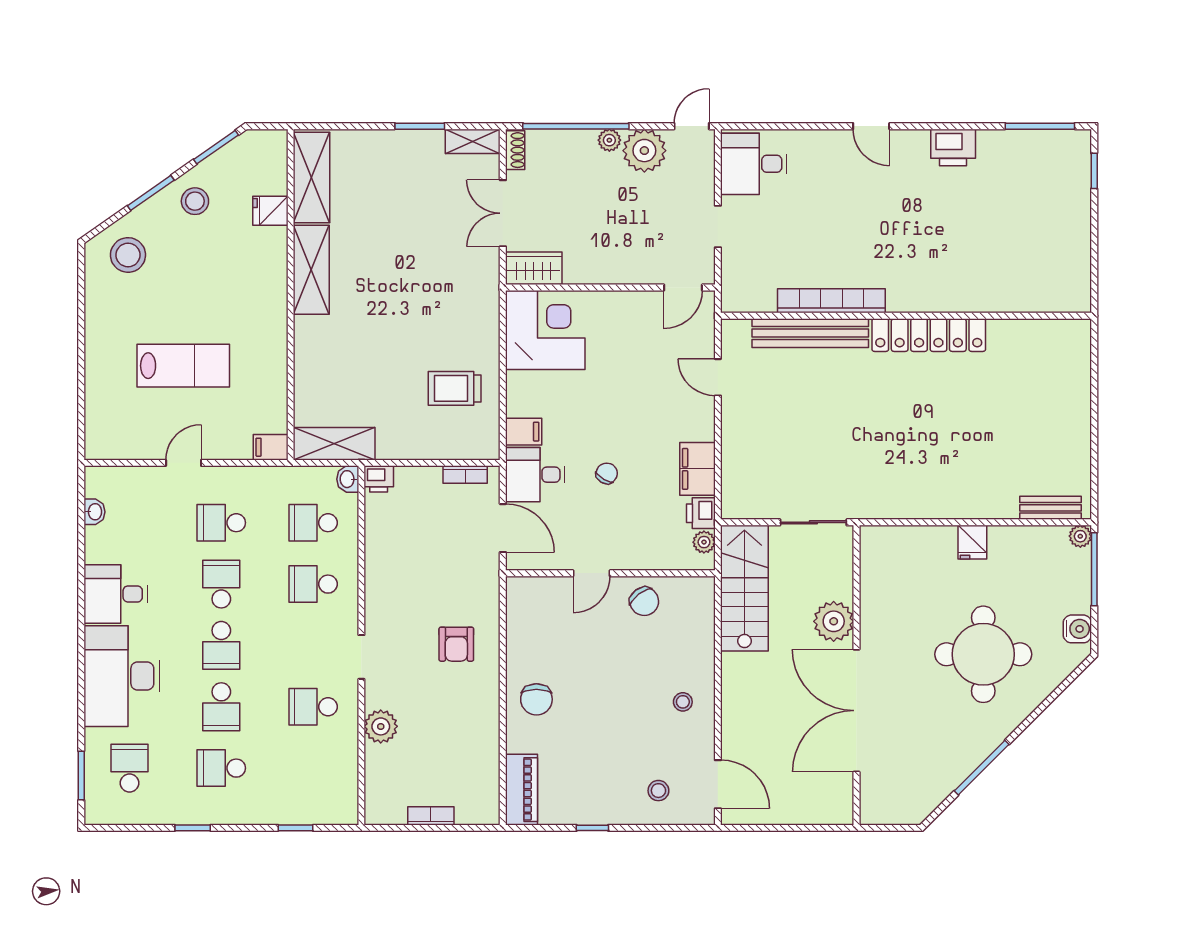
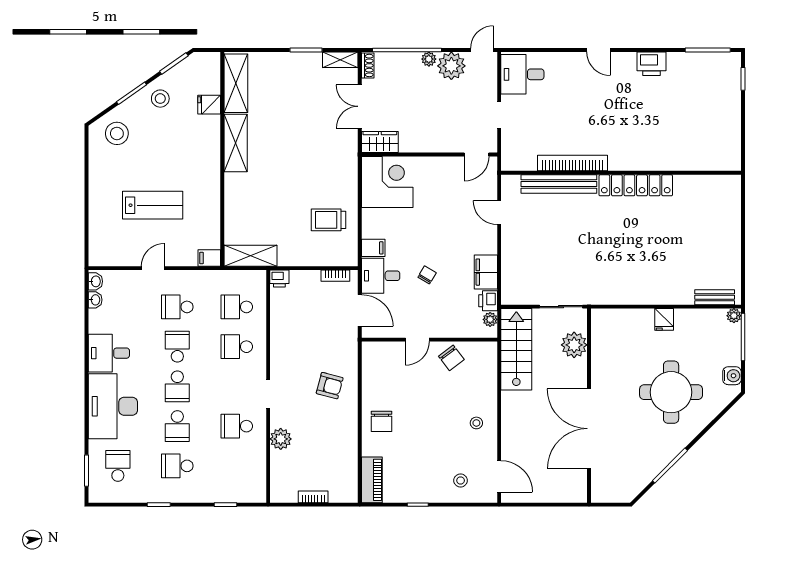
washbasin: (348, 479) -> (95, 281), moved, turned 180
plant: (834, 621) -> (574, 345), moved
armchair: (456, 644) -> (330, 386), turned -75

